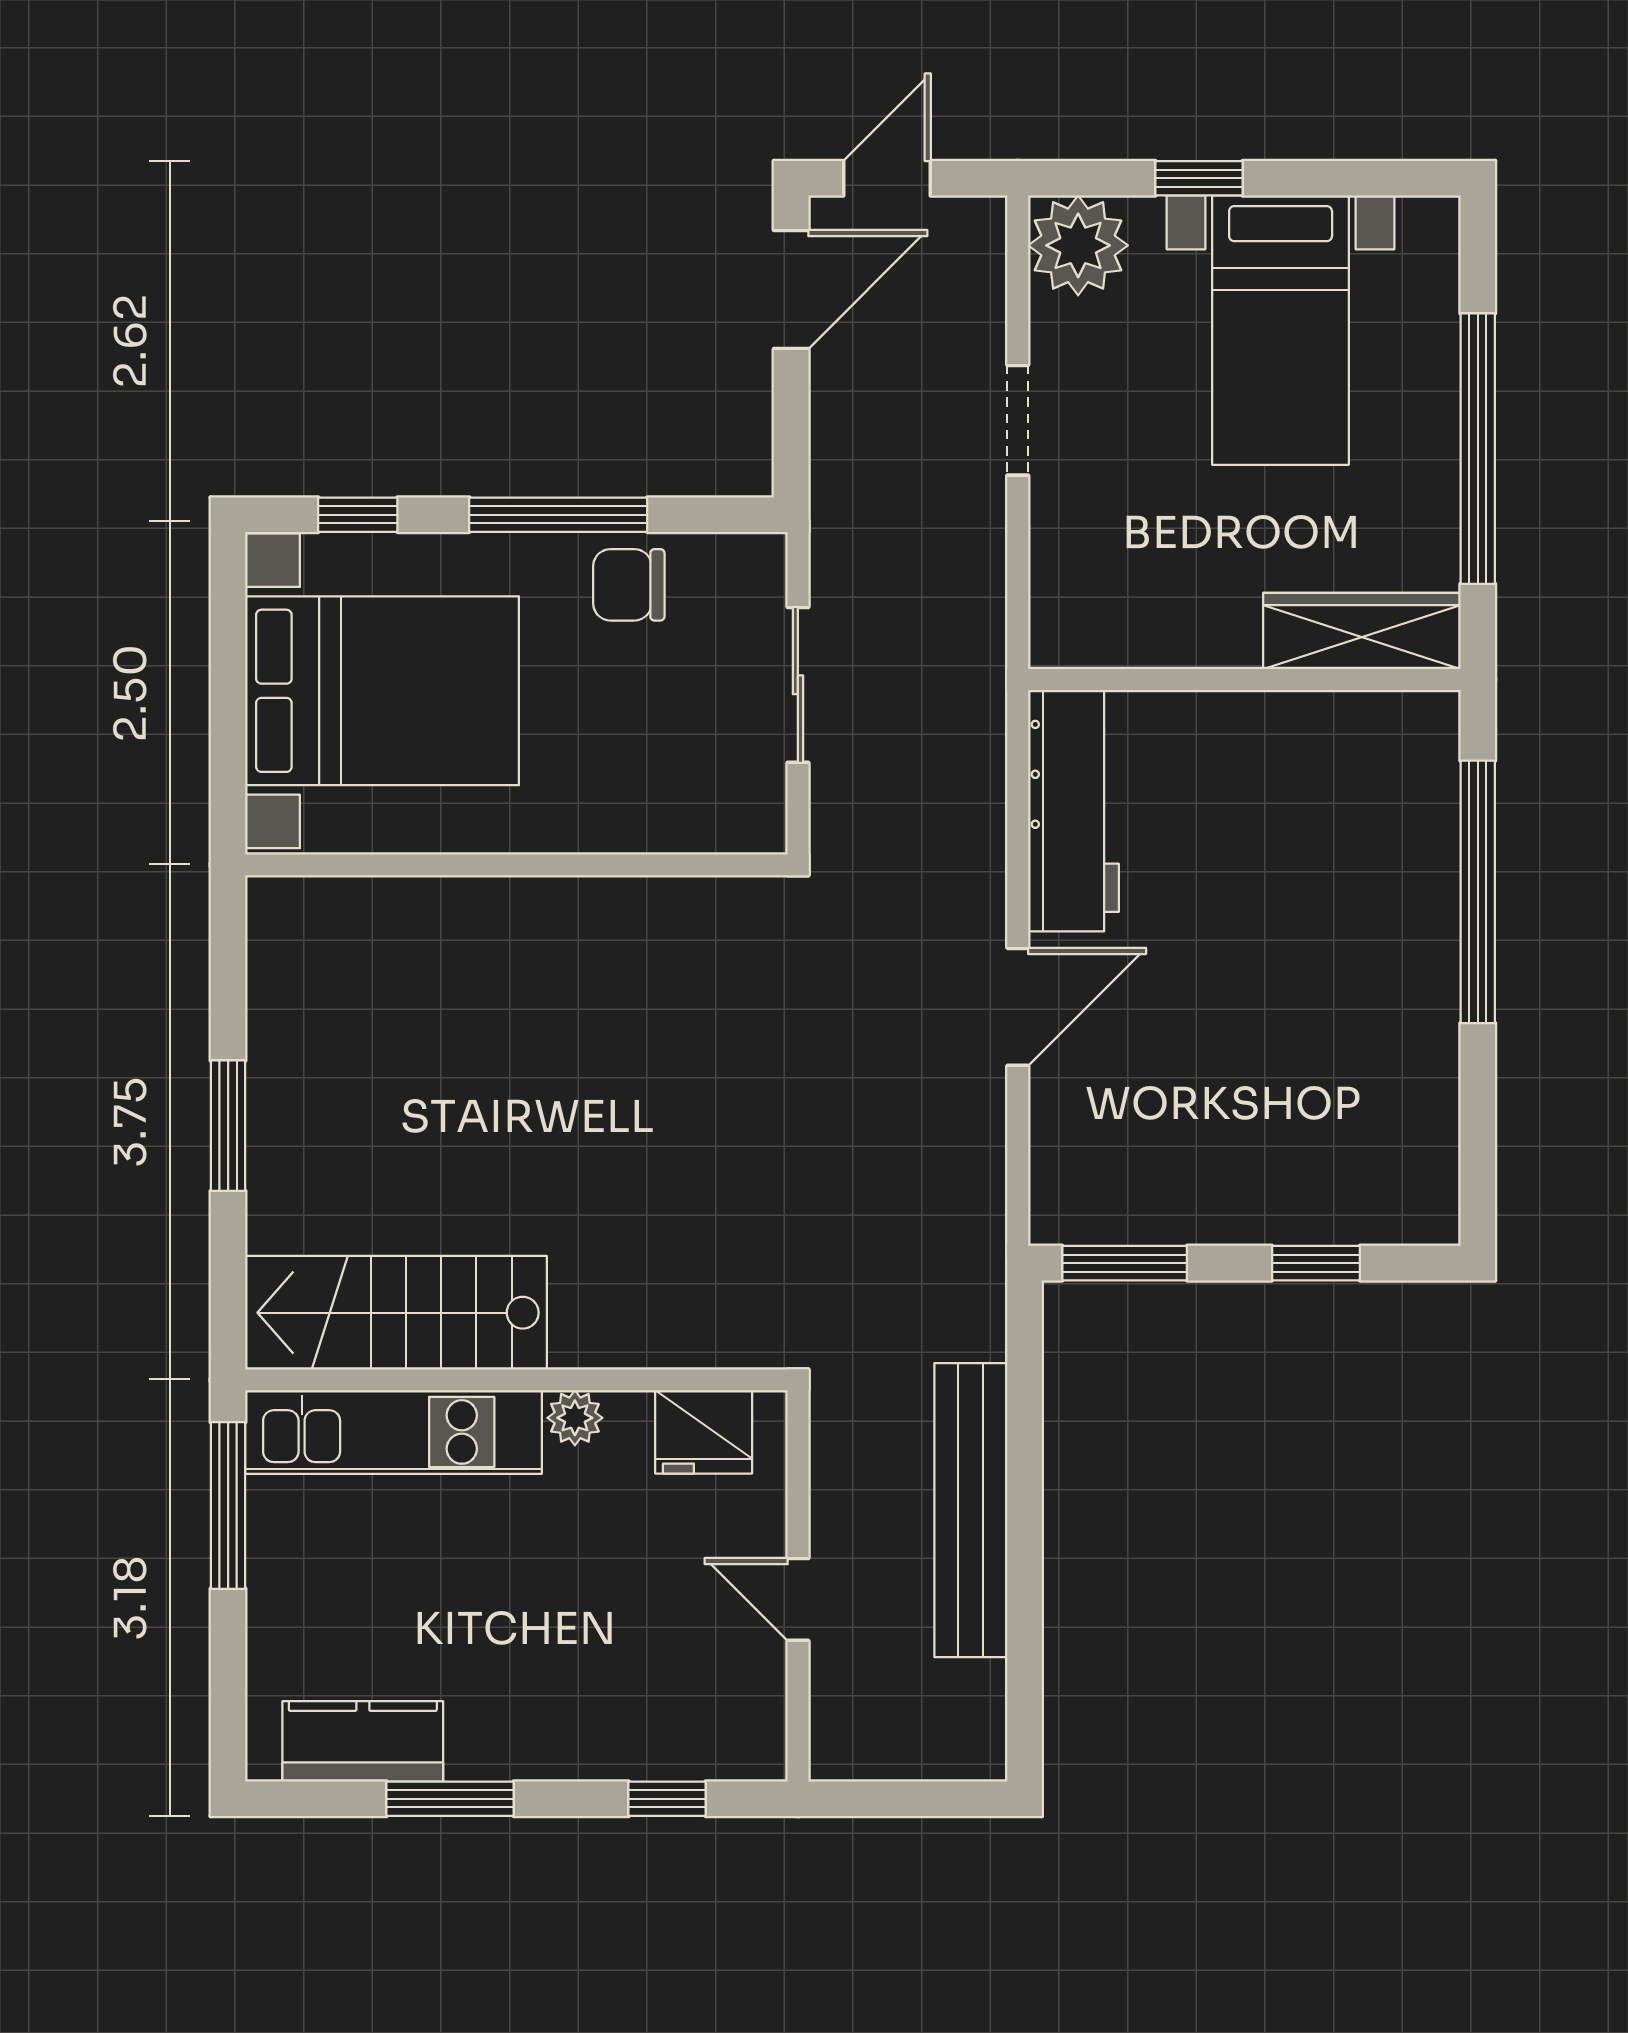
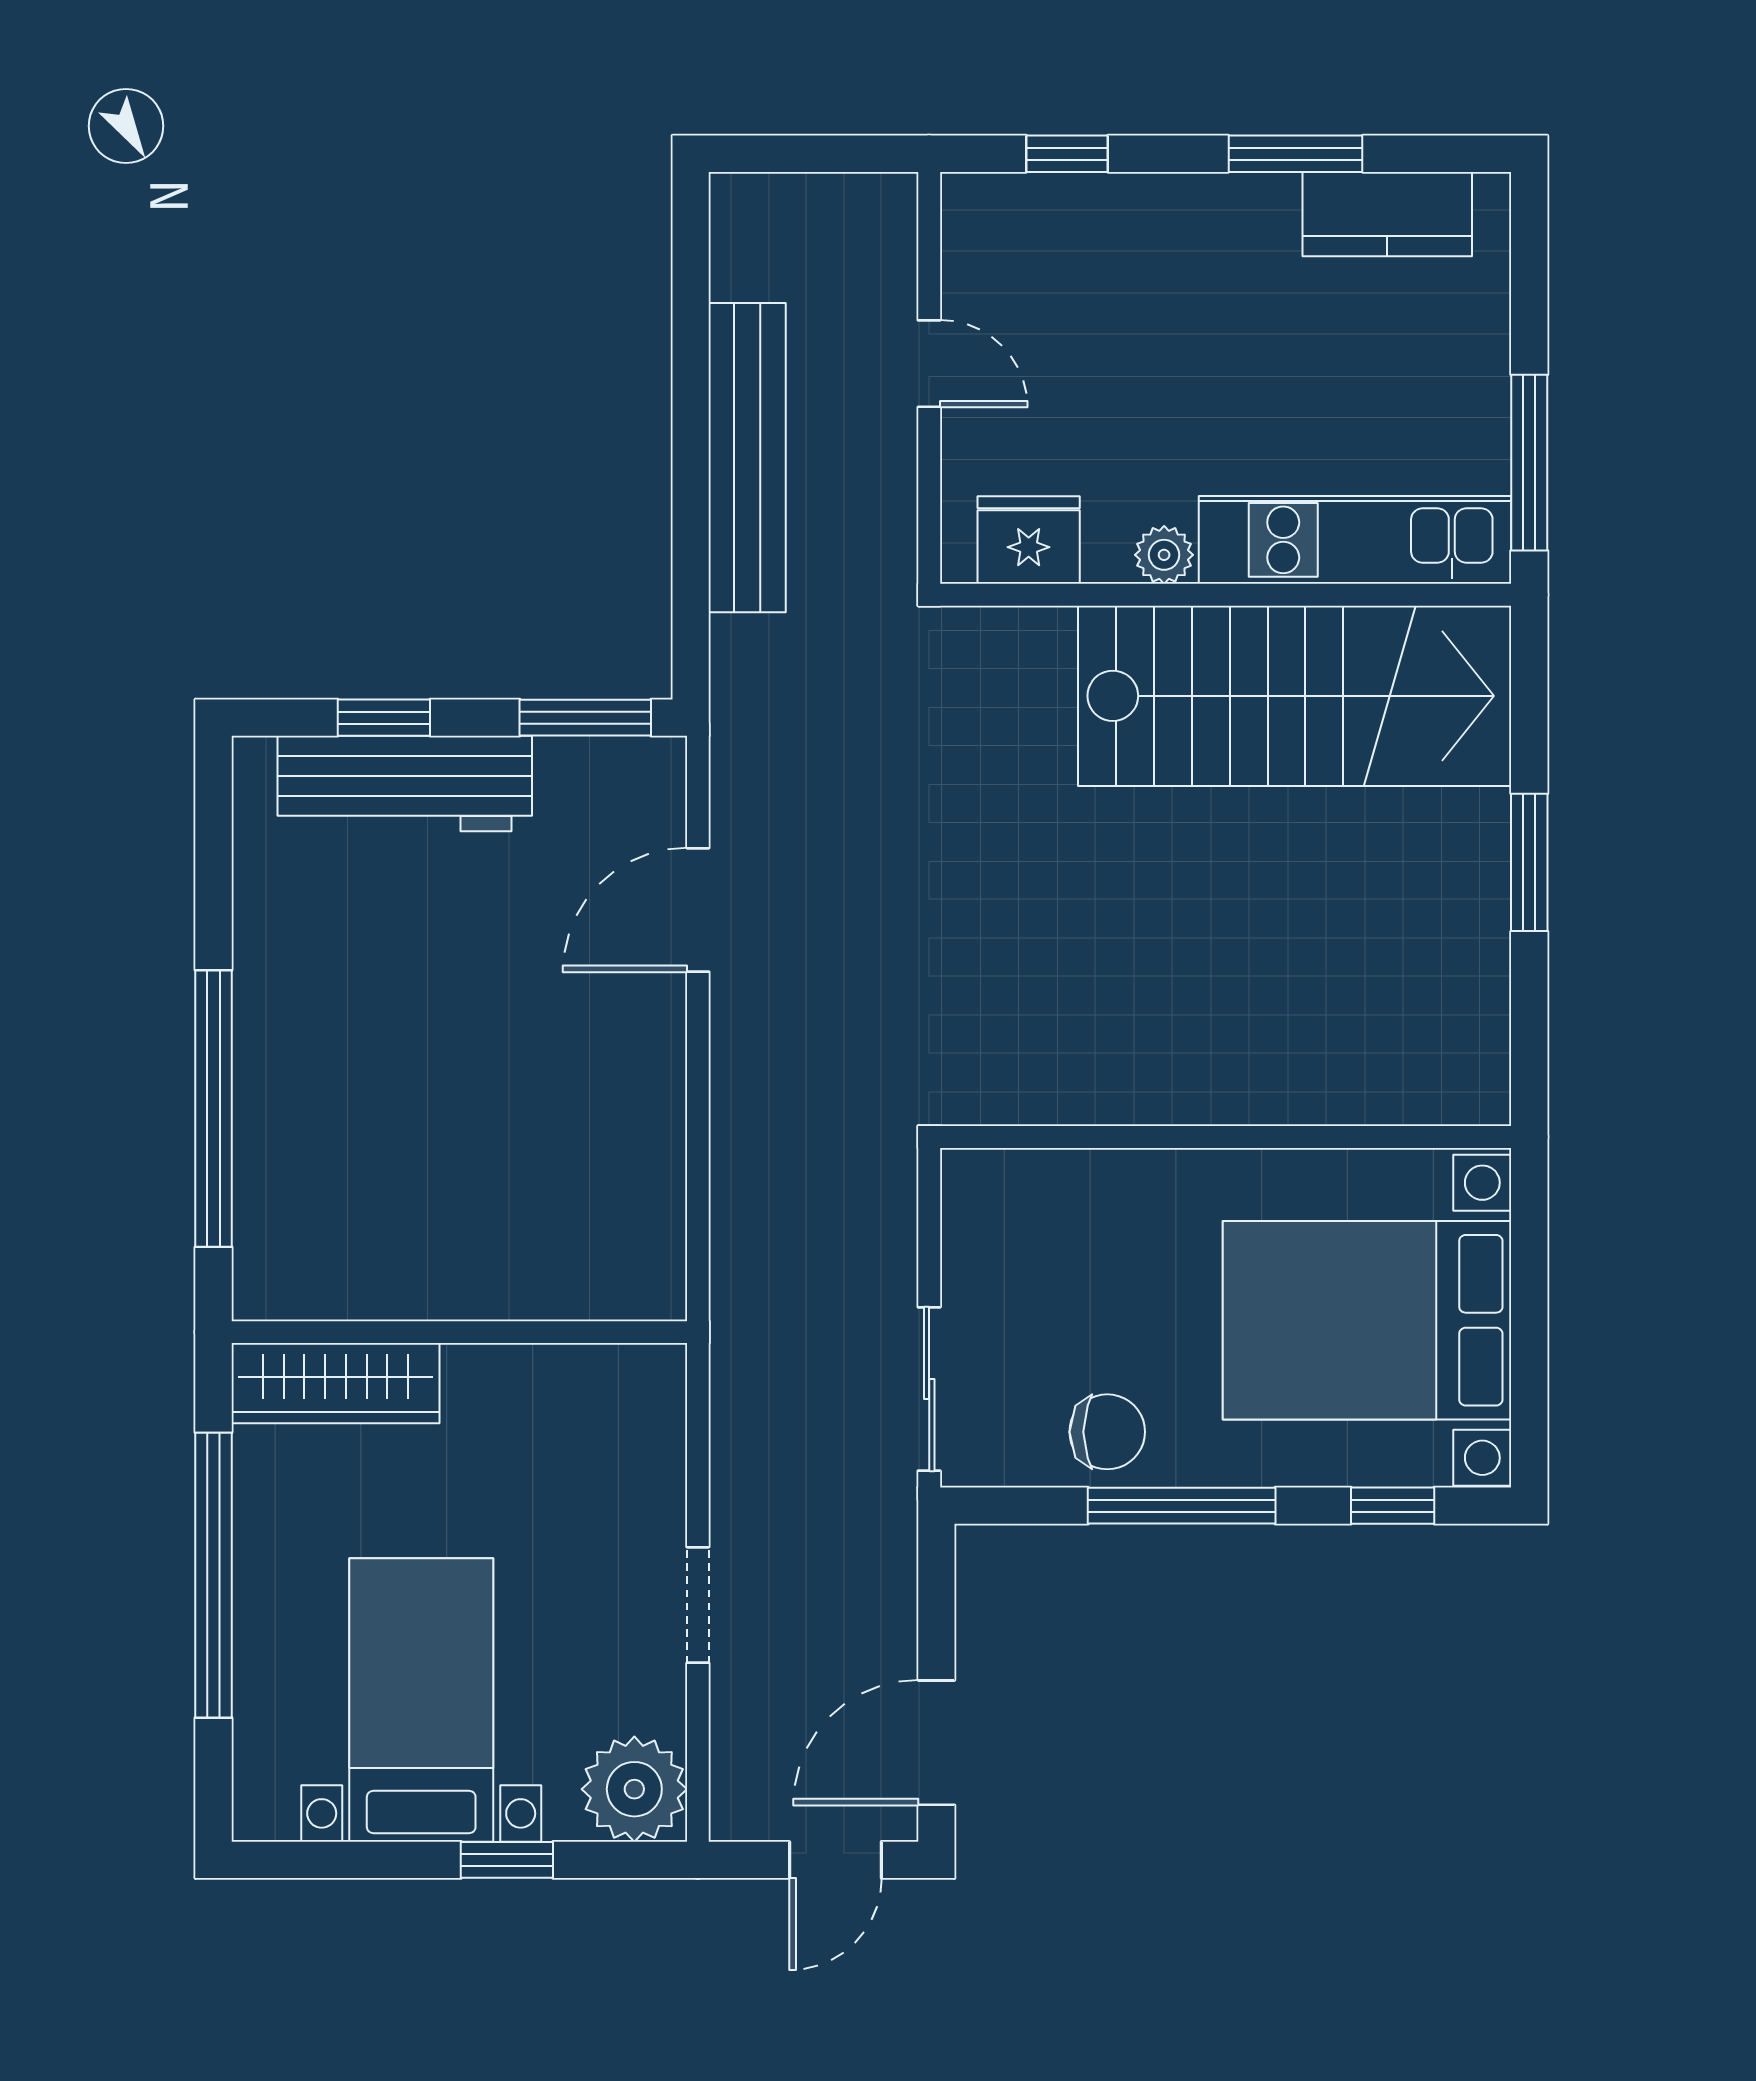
sliding door: (798, 685) -> (929, 1389), moved
workbench: (1073, 811) -> (405, 783), moved, turned -90
door: (1018, 1007) -> (698, 910), moved
stairs: (396, 1313) -> (1295, 696), width x1.36, depth x1.51

